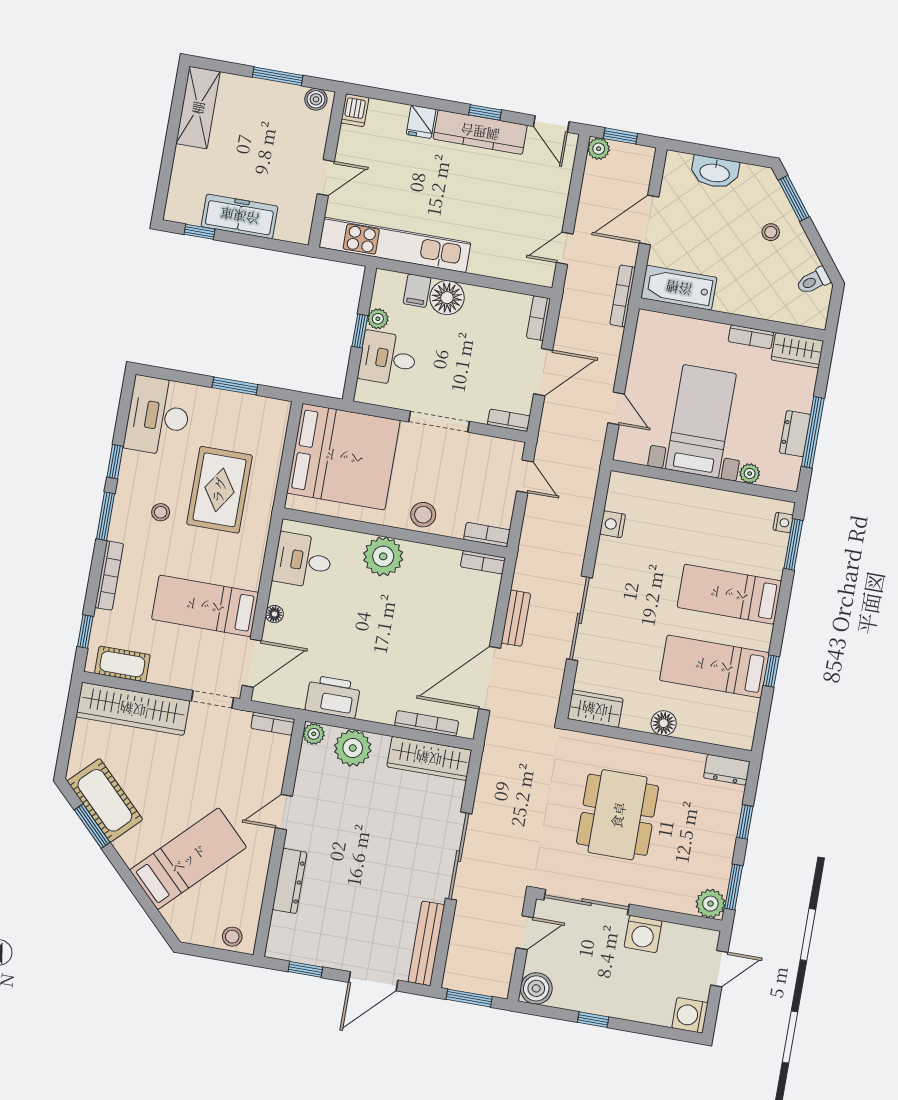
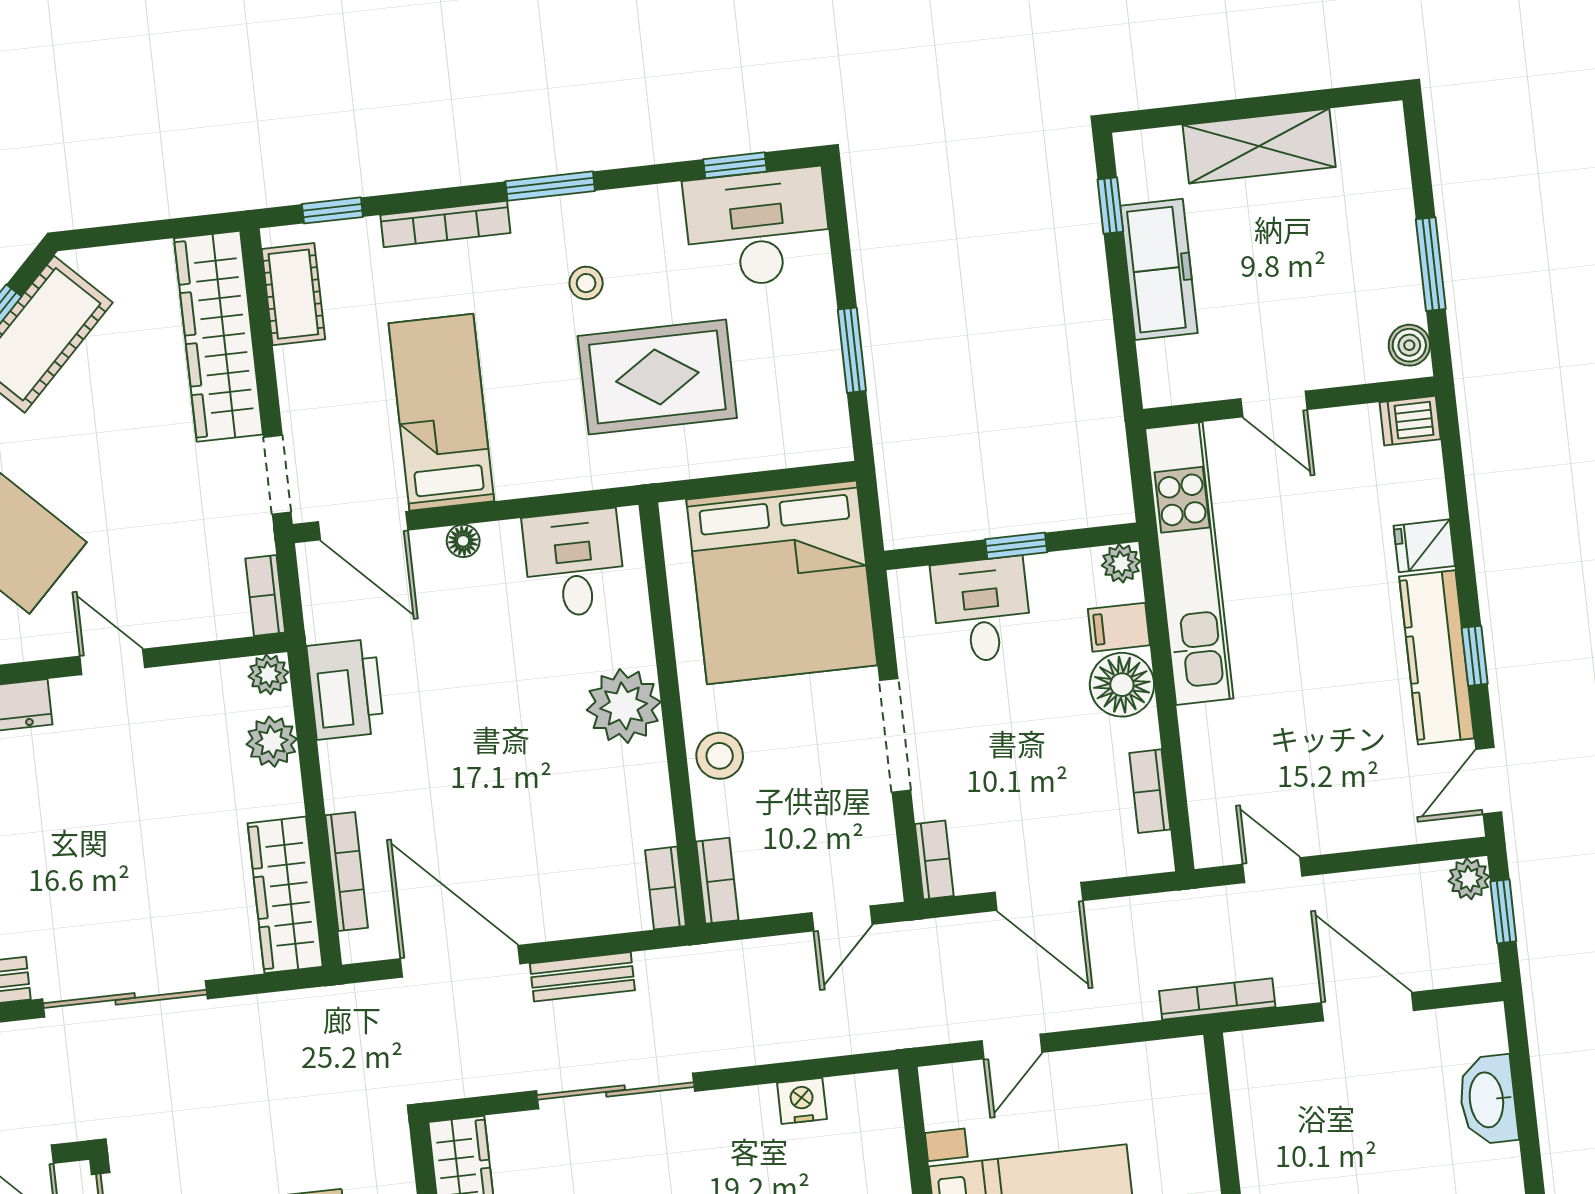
shelving: (198, 108) -> (1259, 146), moved
bathtub: (679, 288) -> (1262, 1096), removed
bookcase: (538, 318) -> (1150, 791), moved, turned -90
plant: (378, 319) -> (1121, 563), moved
window: (115, 462) -> (735, 165), moved
plant: (353, 748) -> (272, 742), width x0.73, depth x0.73

